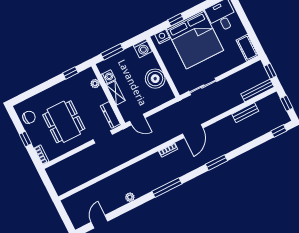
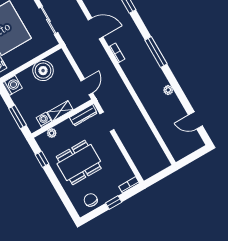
dining table: (64, 122) -> (79, 162), moved

